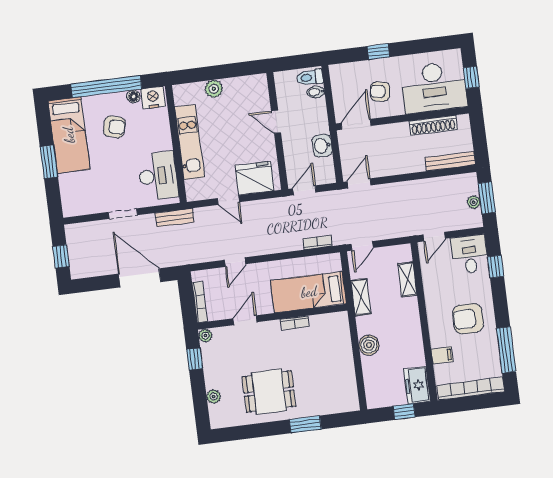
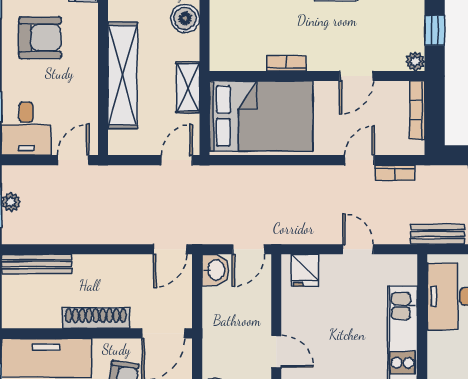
shoe rack: (433, 125) -> (96, 318), moved
washbasin: (322, 146) -> (215, 270), moved
fridge: (255, 178) -> (305, 270), width x0.53, depth x0.75
bookcase: (318, 242) -> (395, 173), moved
shelving: (407, 279) -> (123, 75), width x2.20, depth x1.33
bed: (309, 292) -> (261, 116), width x1.50

